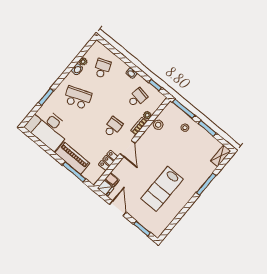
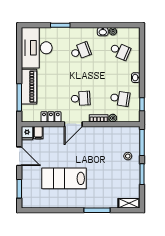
school desk: (102, 68) -> (120, 51), turned 45
school desk: (78, 98) -> (81, 51), width x0.54
stool: (158, 125) -> (112, 133), removed
door: (118, 208) -> (19, 156), hinge flipped

